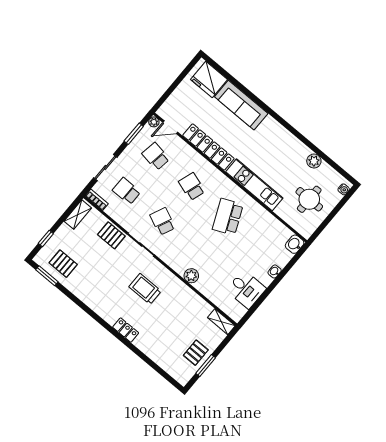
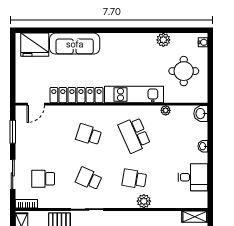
plant: (154, 122) -> (166, 110), moved
school desk: (156, 156) -> (134, 179), moved

